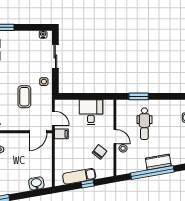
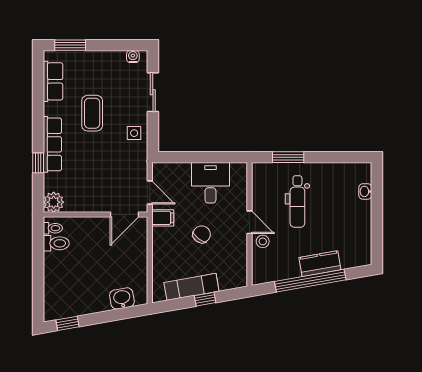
coffee table: (24, 97) -> (92, 113), moved
chair: (100, 152) -> (202, 234), moved

